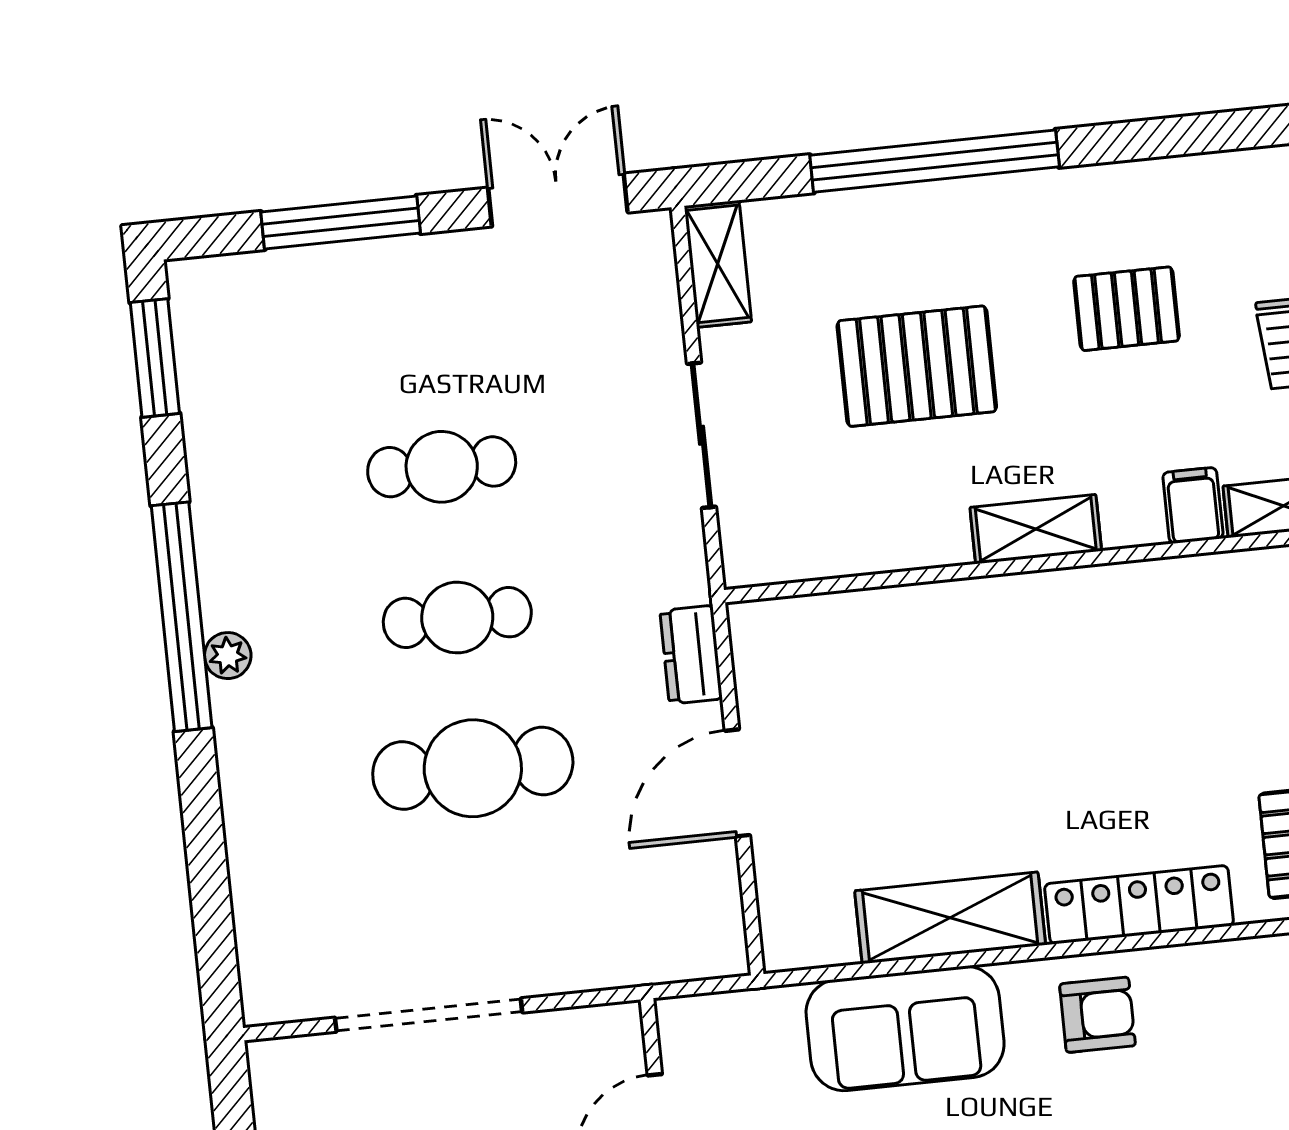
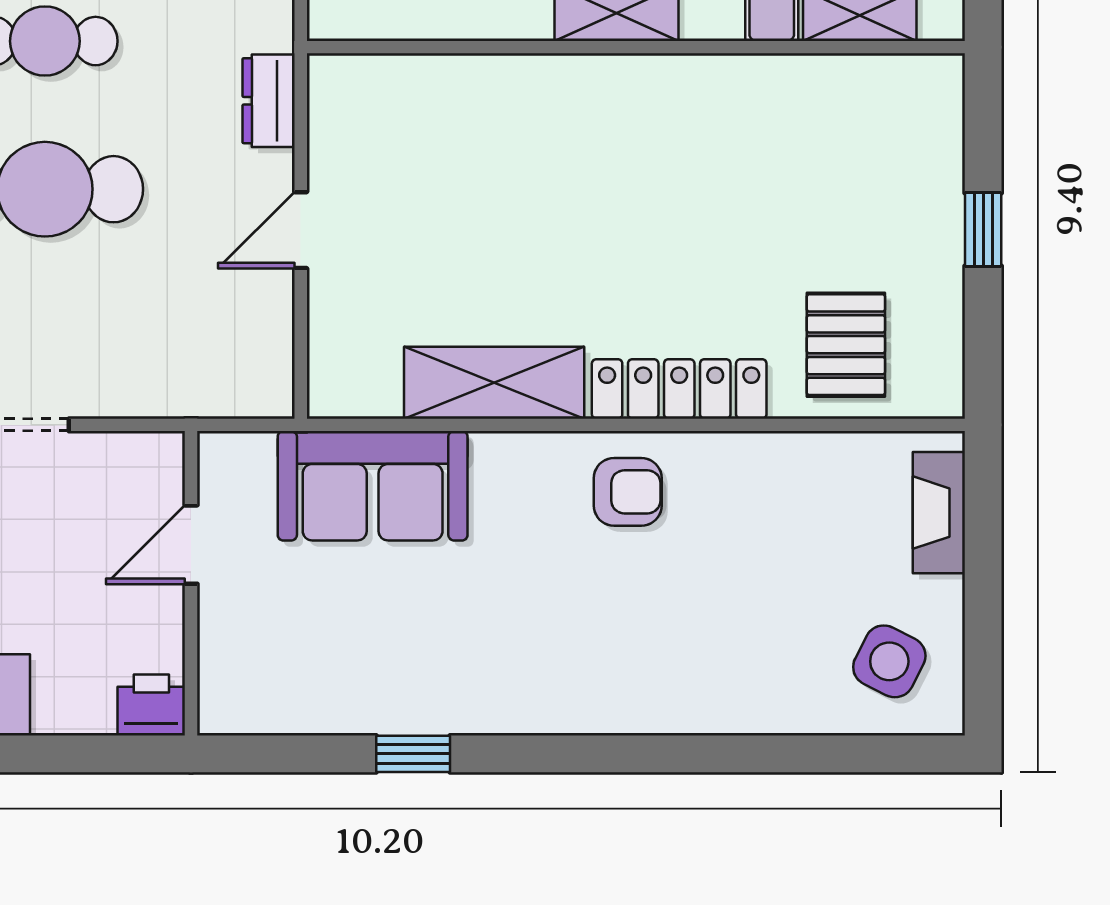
door: (737, 783) -> (301, 230), width x0.73
sofa: (905, 1028) -> (373, 486), moved

